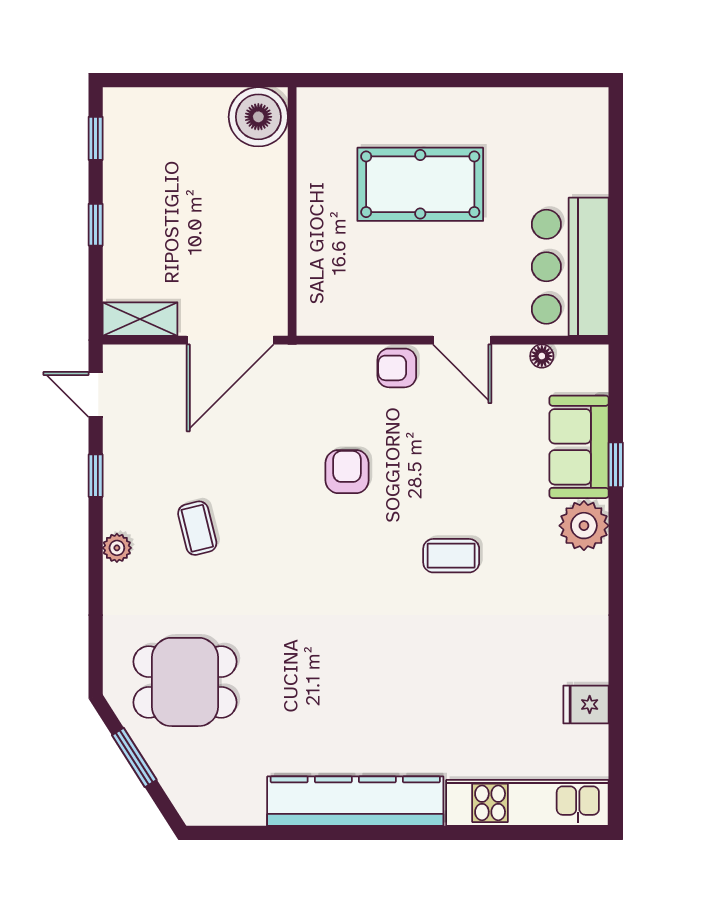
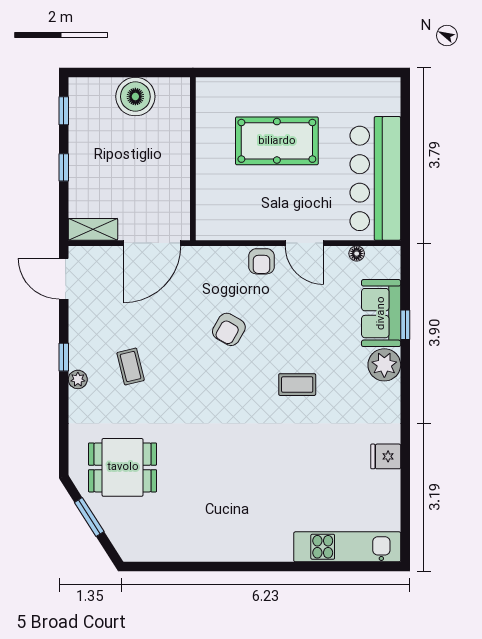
boiler: (258, 117) -> (135, 97), moved
bar counter: (570, 267) -> (375, 178), width x1.36
armchair: (397, 368) -> (261, 261), turned -90
door: (96, 394) -> (64, 279), width x1.38
armchair: (347, 472) -> (229, 329), turned -150
window: (96, 476) -> (64, 357), moved
fridge: (586, 704) -> (386, 456), moved
kitchen counter: (355, 801) -> (234, 546), removed

